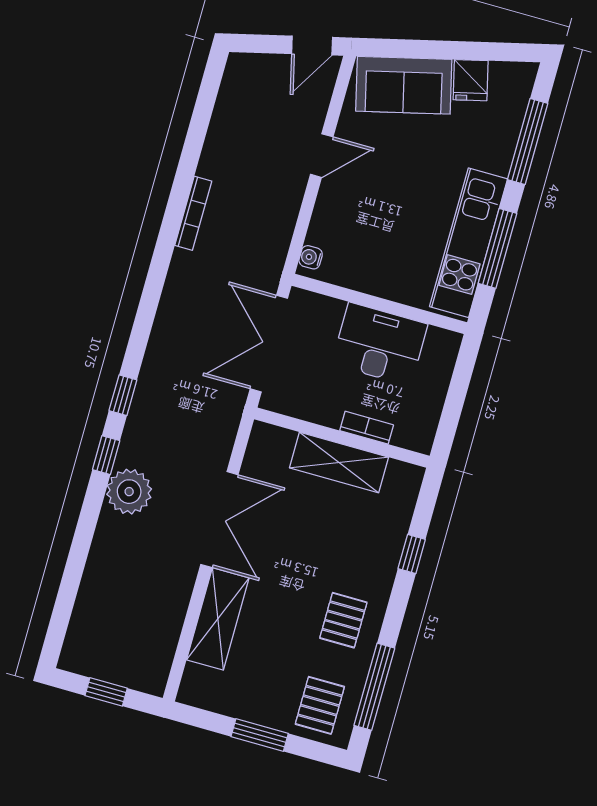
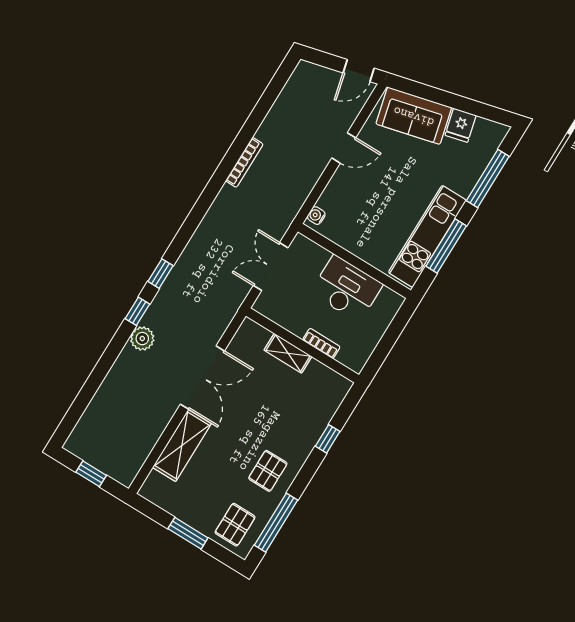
double door: (269, 344) -> (271, 267), width x0.73
shelving: (339, 462) -> (288, 353), width x0.67, depth x0.75
plant: (129, 492) -> (142, 339), width x0.73, depth x0.73

